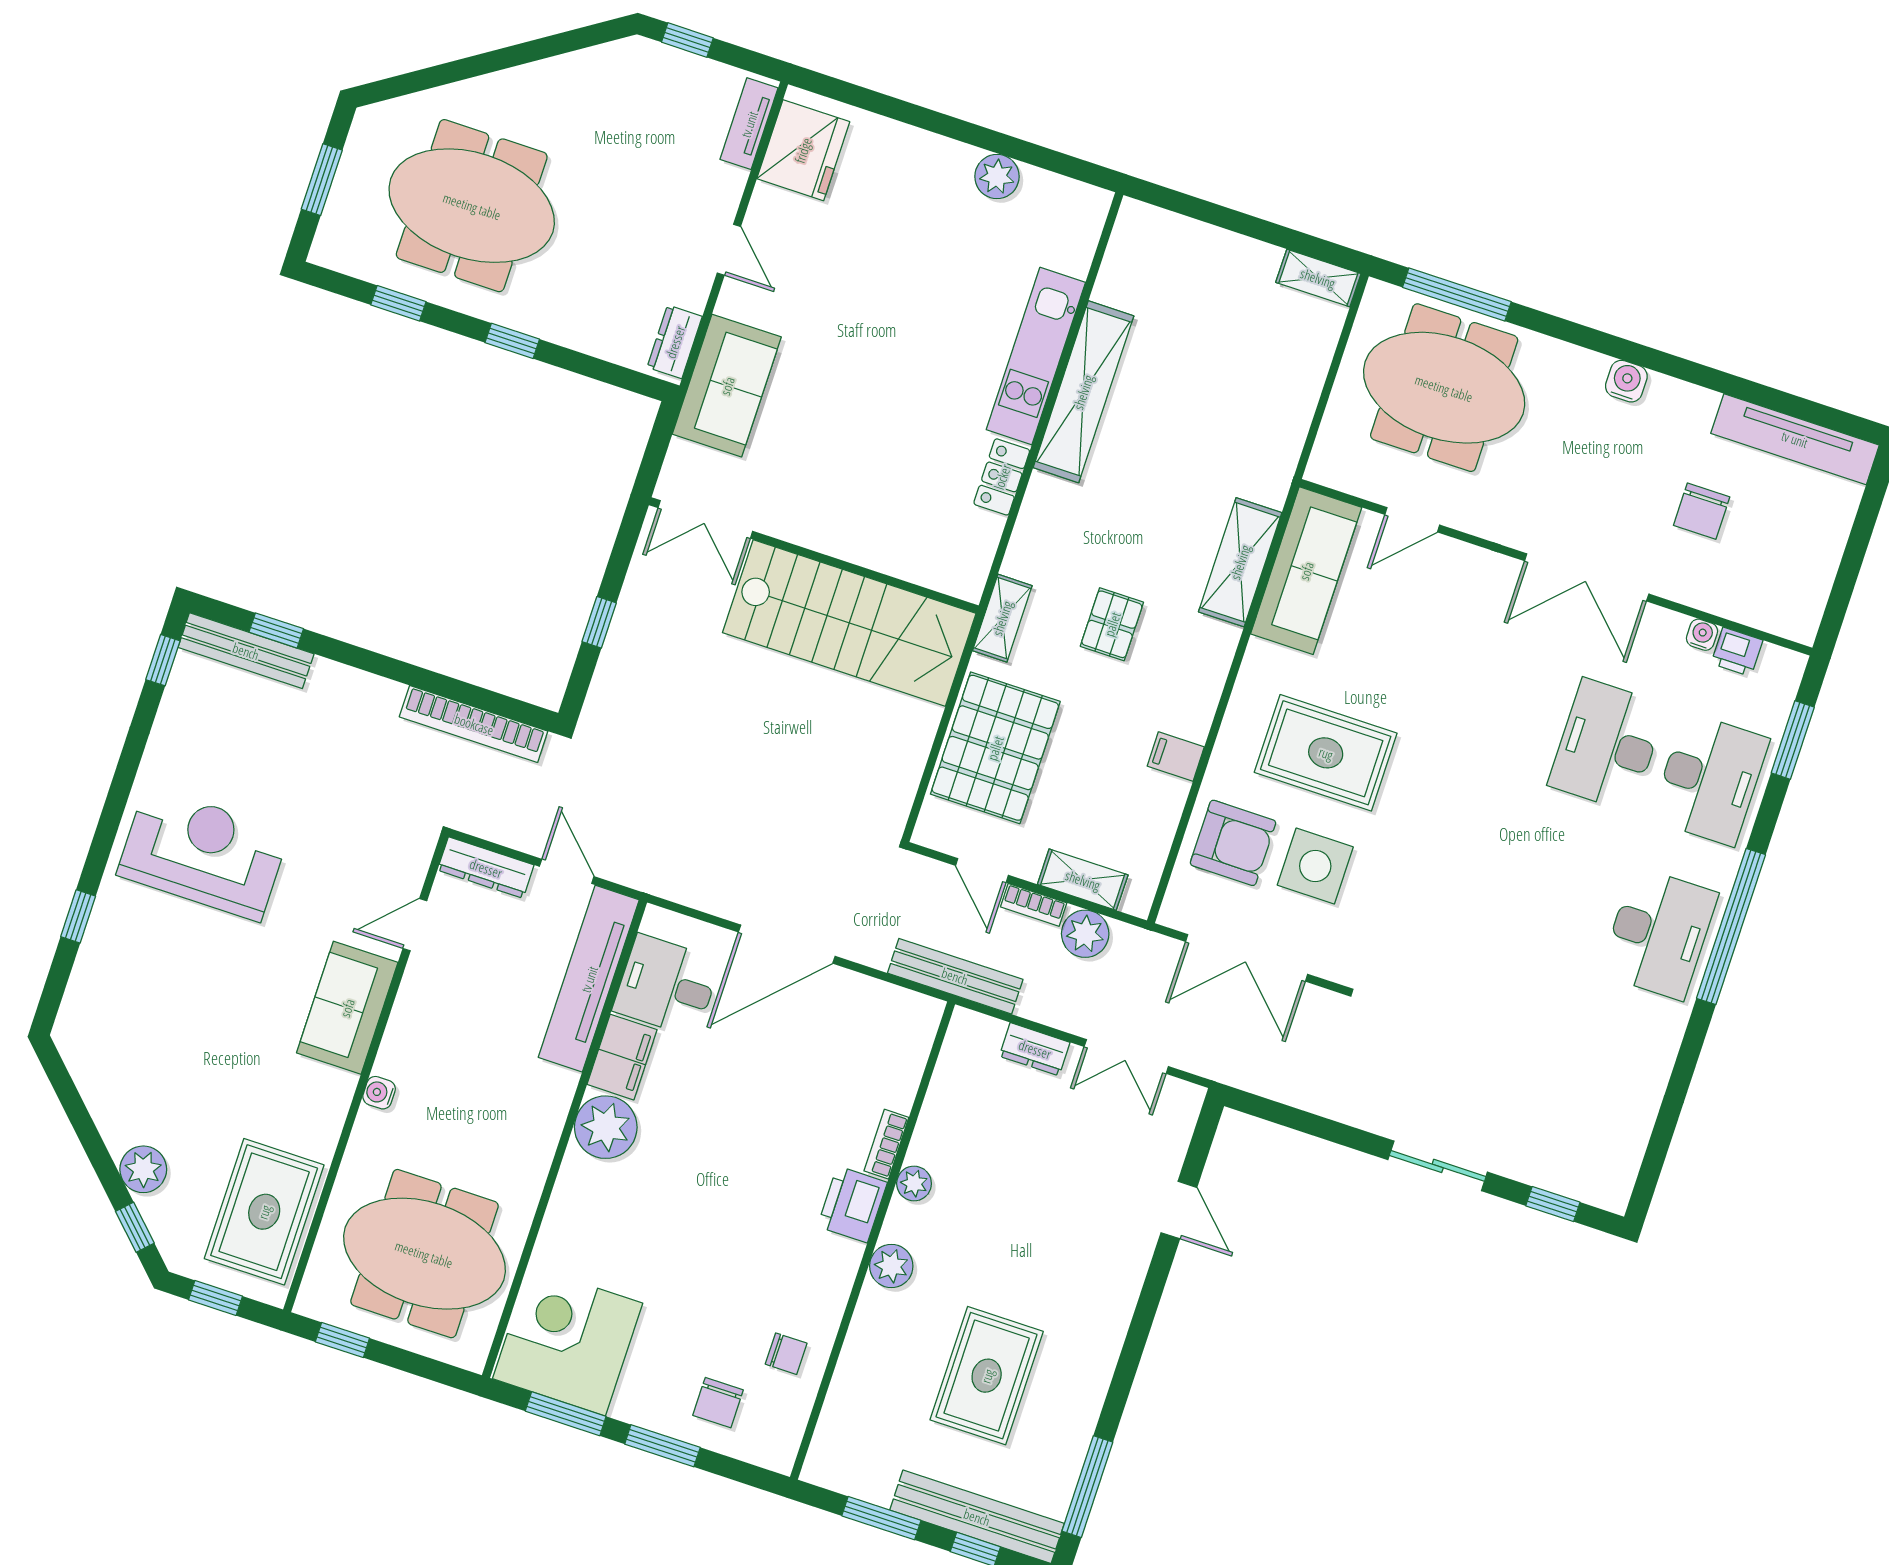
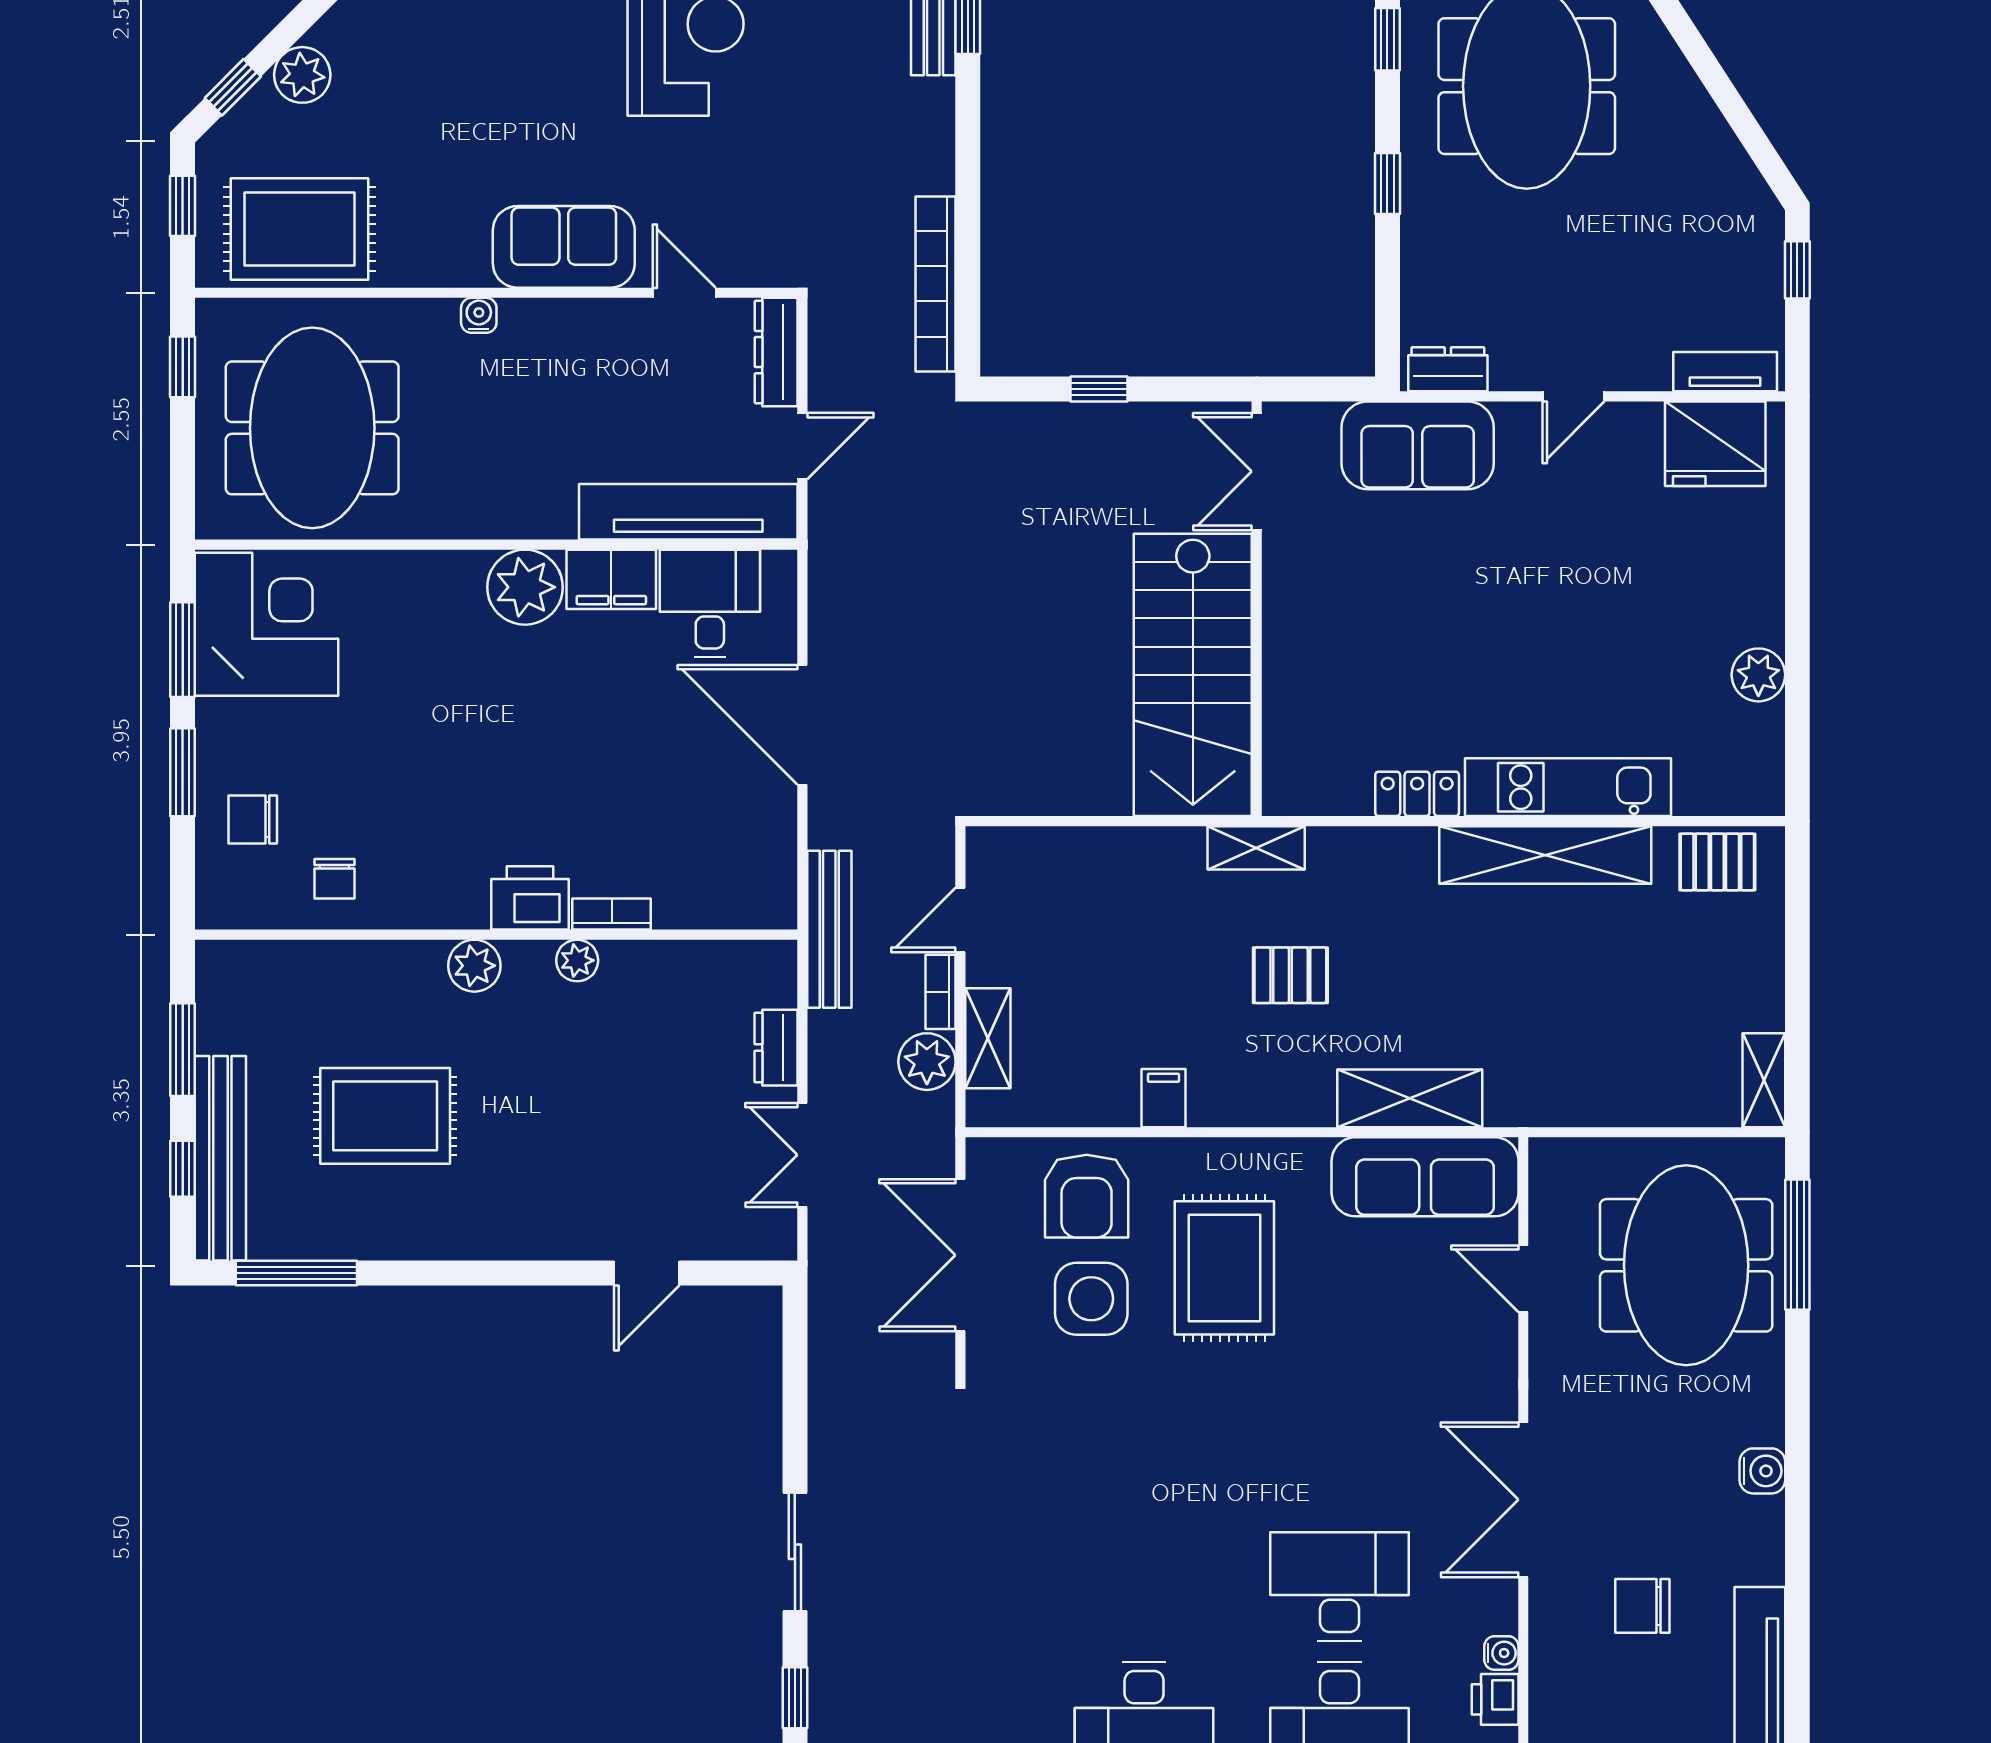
pallet: (995, 748) -> (1717, 862), moved, width x0.49, depth x0.50

